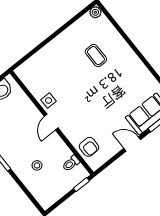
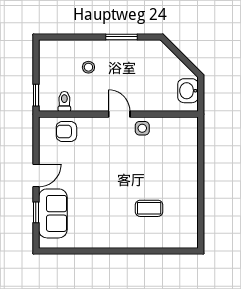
plant: (95, 12) -> (191, 241), removed

